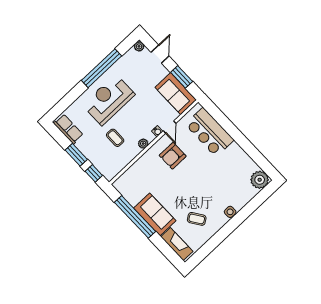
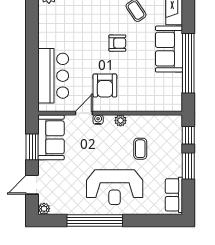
armchair: (173, 156) -> (105, 85), turned 90
armchair: (189, 189) -> (117, 43), added

